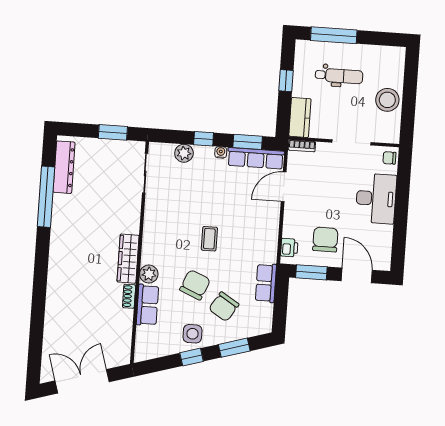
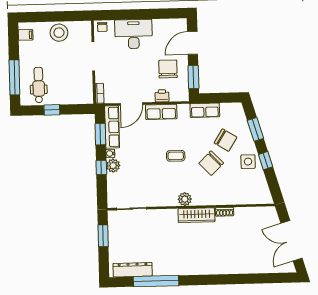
filing cabinet: (389, 55) -> (26, 35), added
dental chair: (339, 76) -> (39, 85), moved
kitchen counter: (300, 117) -> (78, 97), removed
plant: (184, 153) -> (113, 166), moved
door: (284, 187) -> (131, 104), hinge flipped
chair: (325, 240) -> (168, 69), turned 90
printer: (289, 248) -> (162, 96), moved
plant: (149, 274) -> (185, 199), moved
chair: (195, 285) -> (211, 163), turned -67
row of seats: (147, 305) -> (161, 112), moved, turned 180

